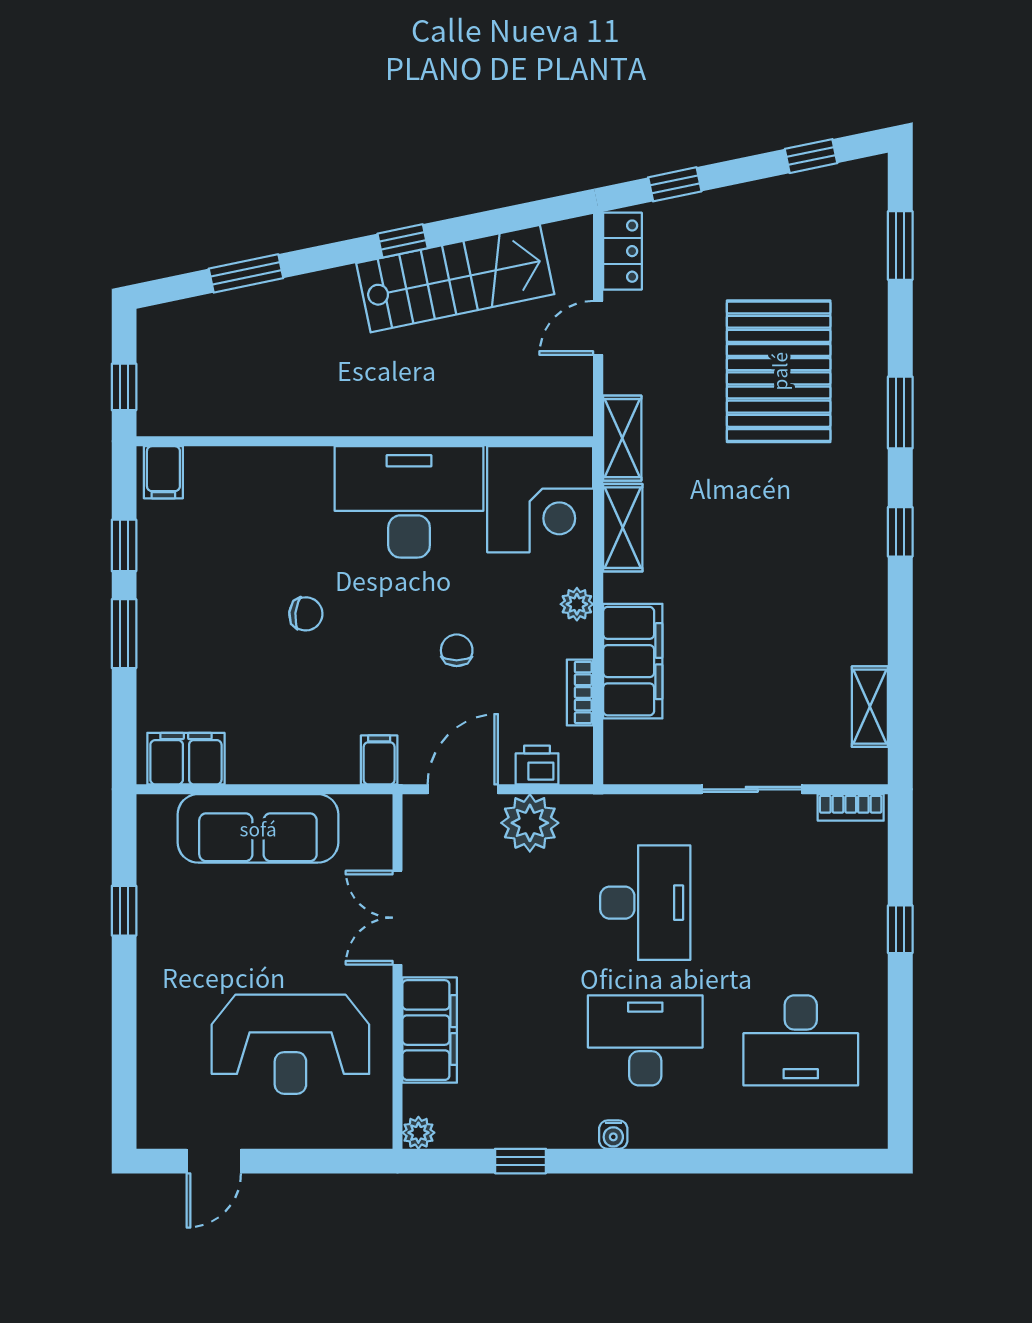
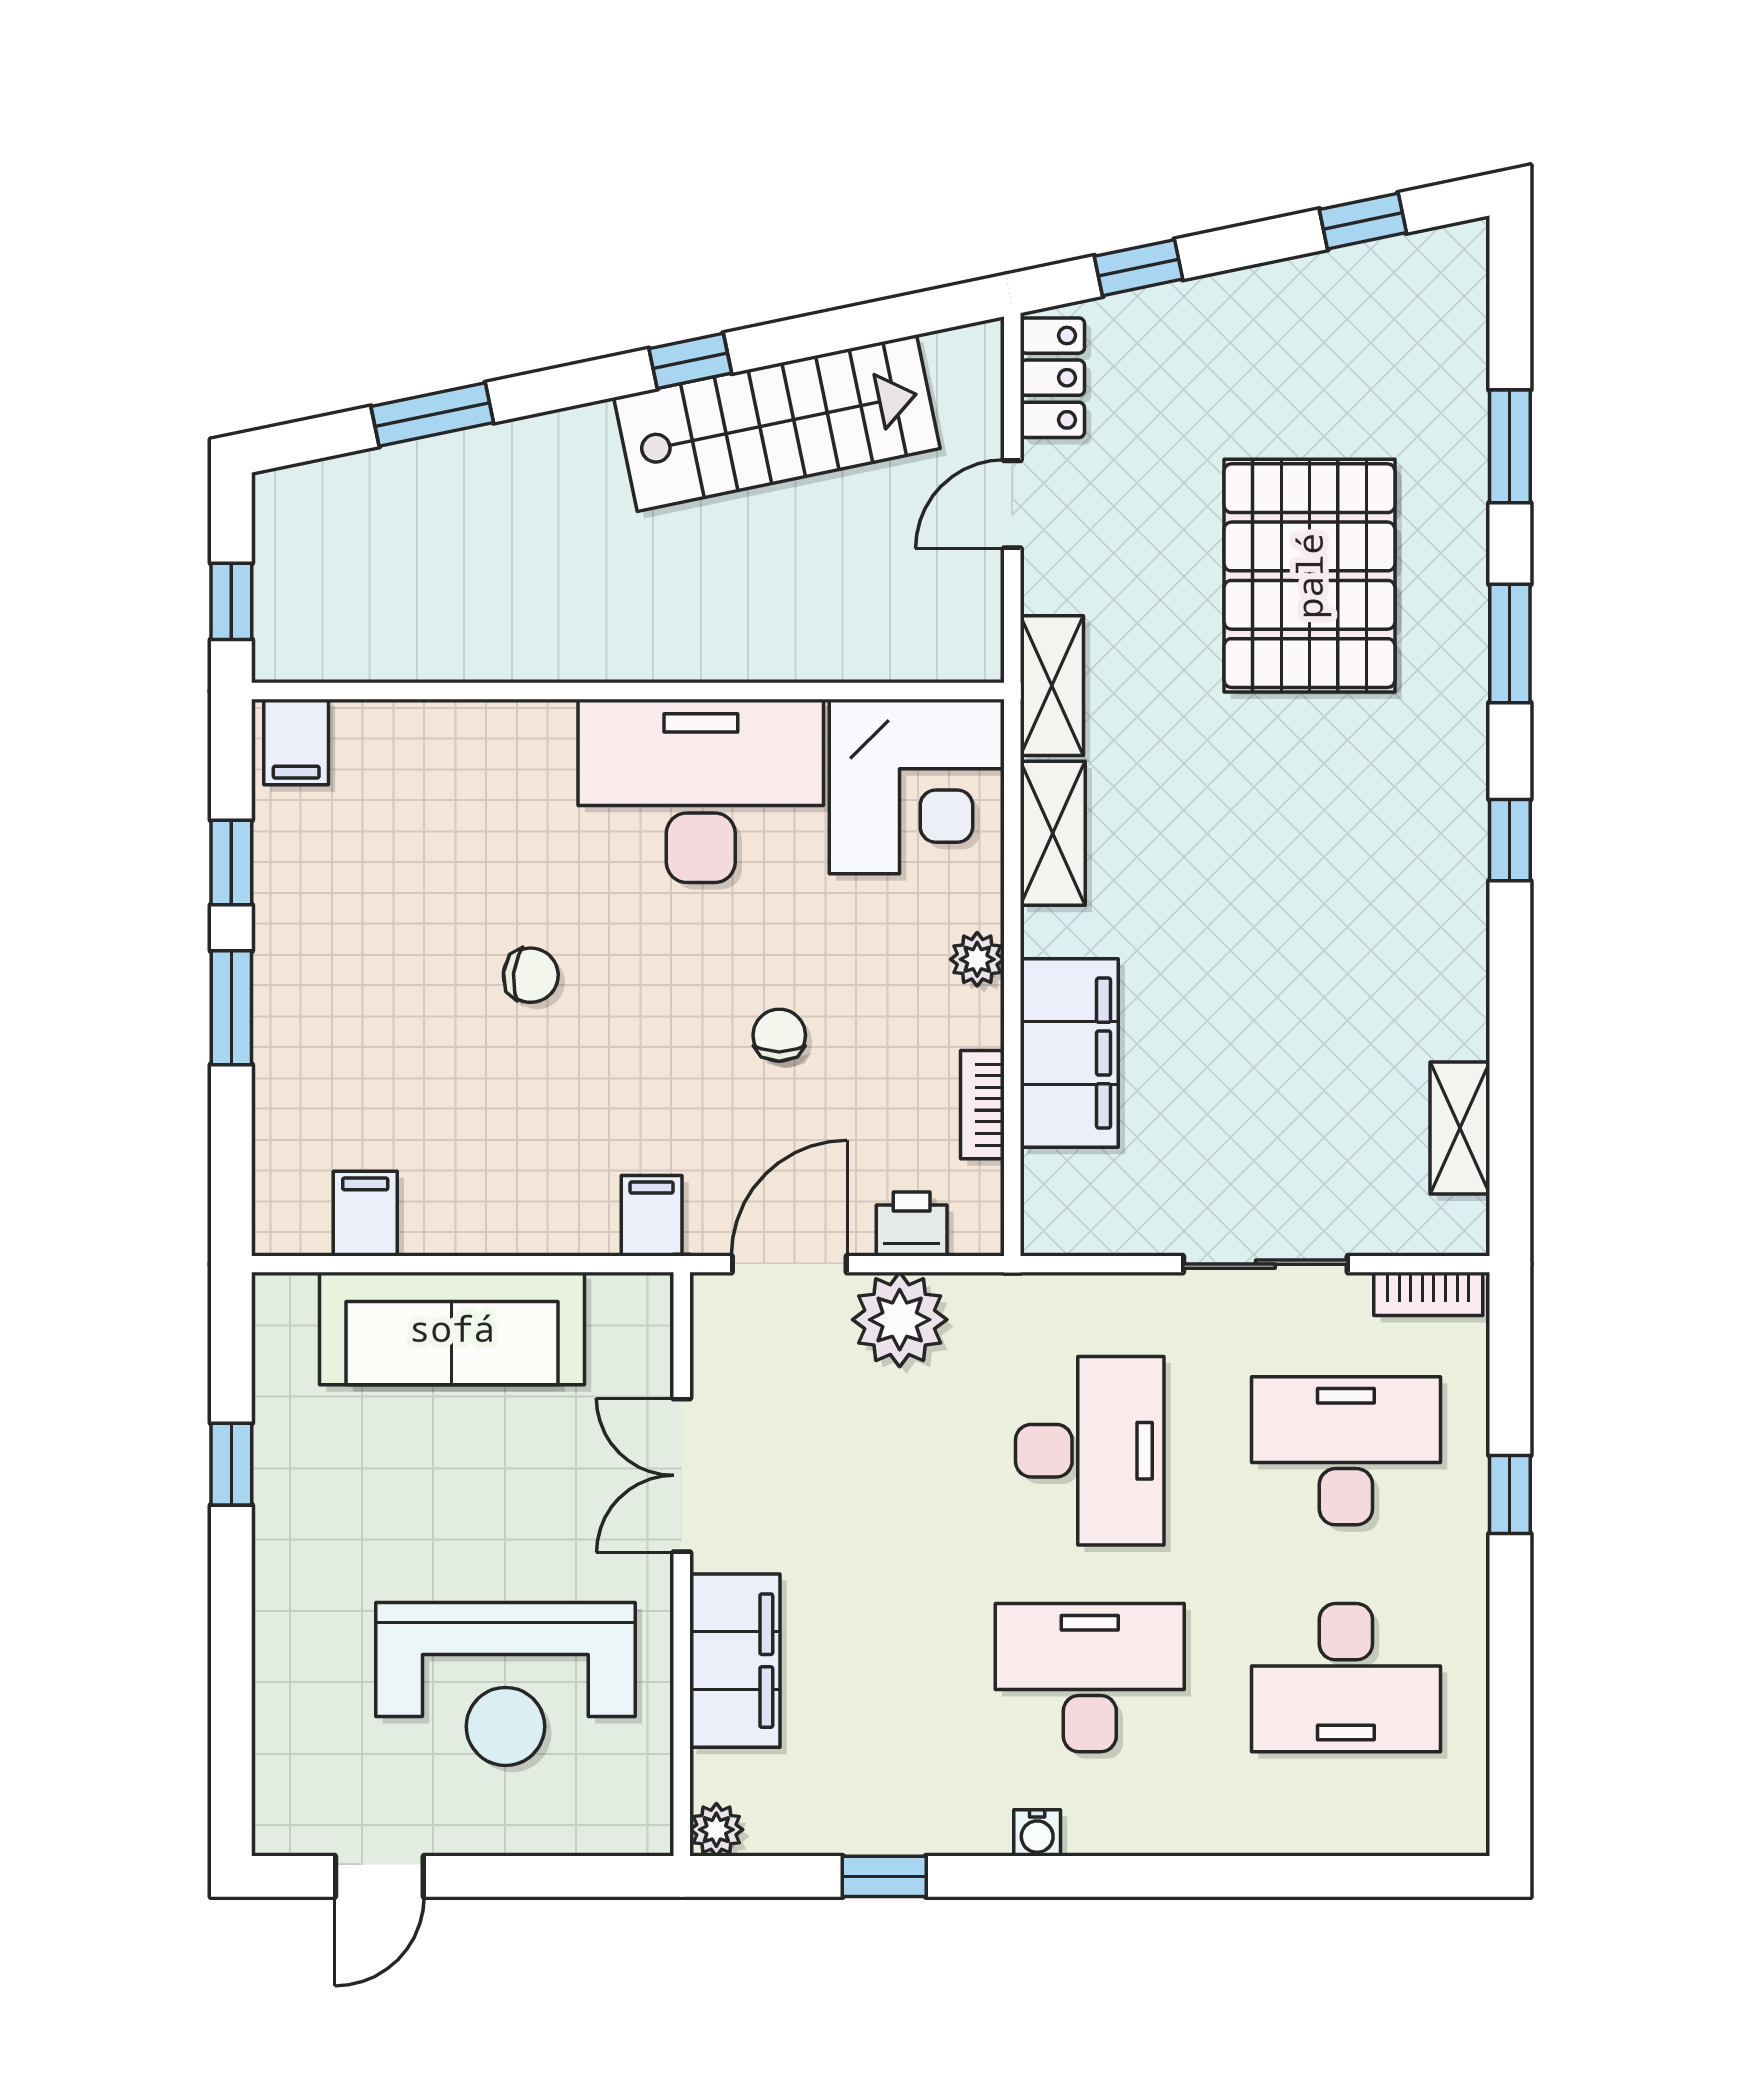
window: (900, 245) -> (1510, 446), moved
filing cabinet: (186, 759) -> (365, 1214), width x0.50
desk: (801, 903) -> (1346, 1451), added

